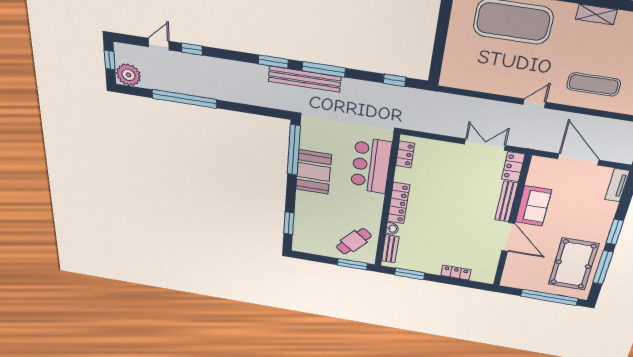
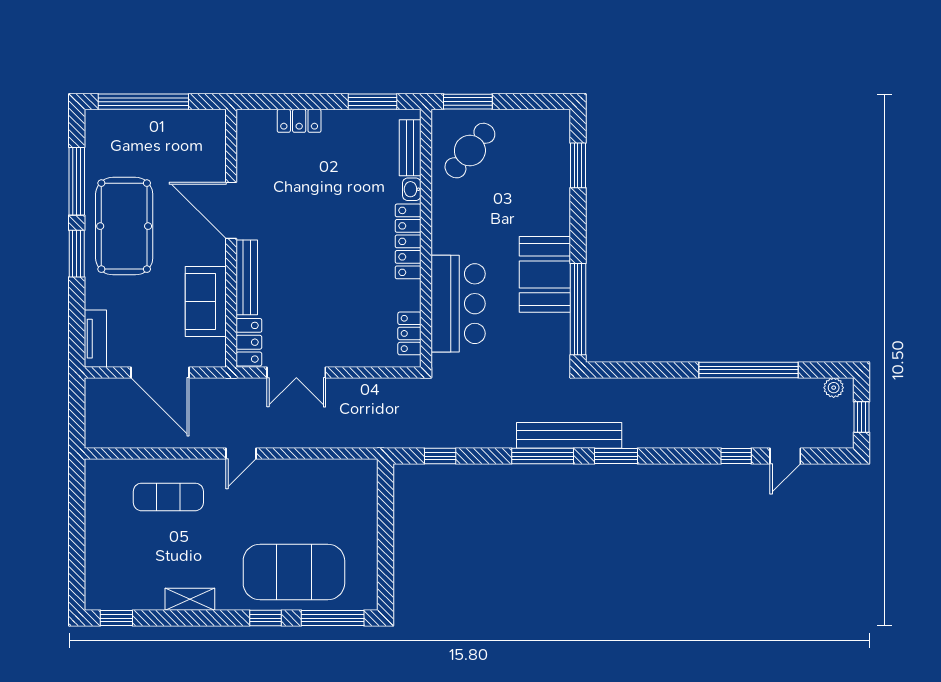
plant: (128, 75) -> (834, 388), width x0.53, depth x0.53
sofa: (533, 206) -> (206, 301), moved
pool table: (573, 264) -> (124, 226), moved

